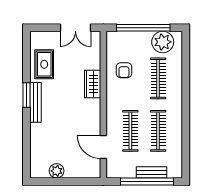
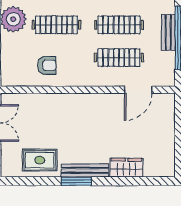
wardrobe: (93, 84) -> (126, 168), moved, turned 180
plant: (57, 171) -> (167, 145), removed

